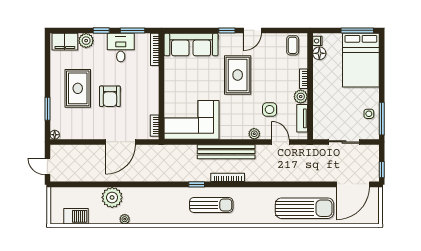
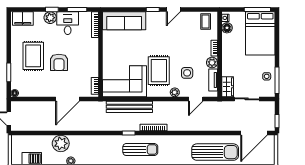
plant: (86, 41) -> (50, 18), moved
rug: (238, 75) -> (159, 71), moved
wardrobe: (320, 127) -> (228, 87), added
door: (280, 142) -> (196, 99), swing flipped
bench: (226, 152) -> (129, 107), moved

